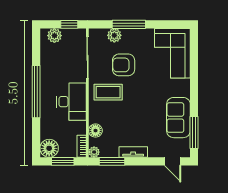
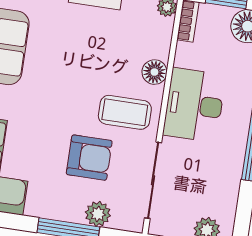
floor lamp: (95, 131) -> (154, 72), moved

